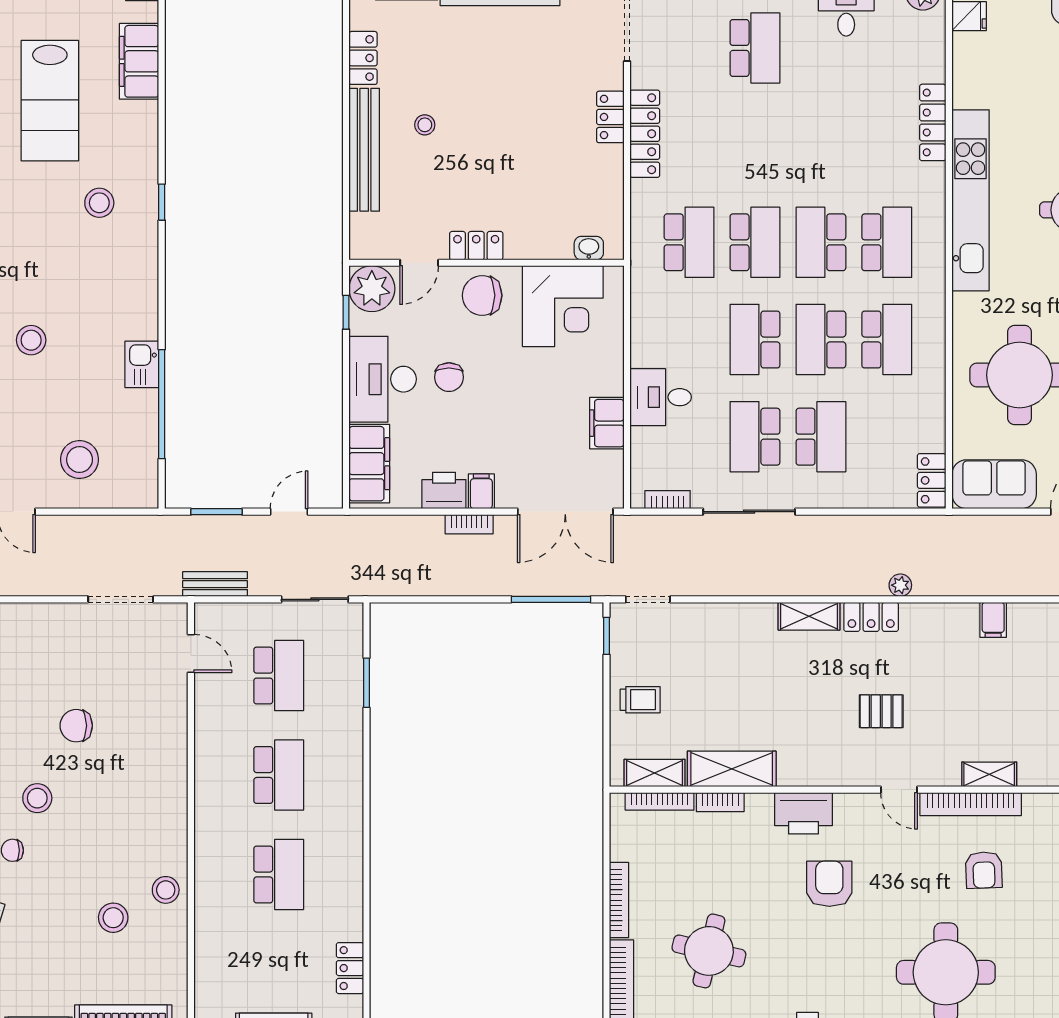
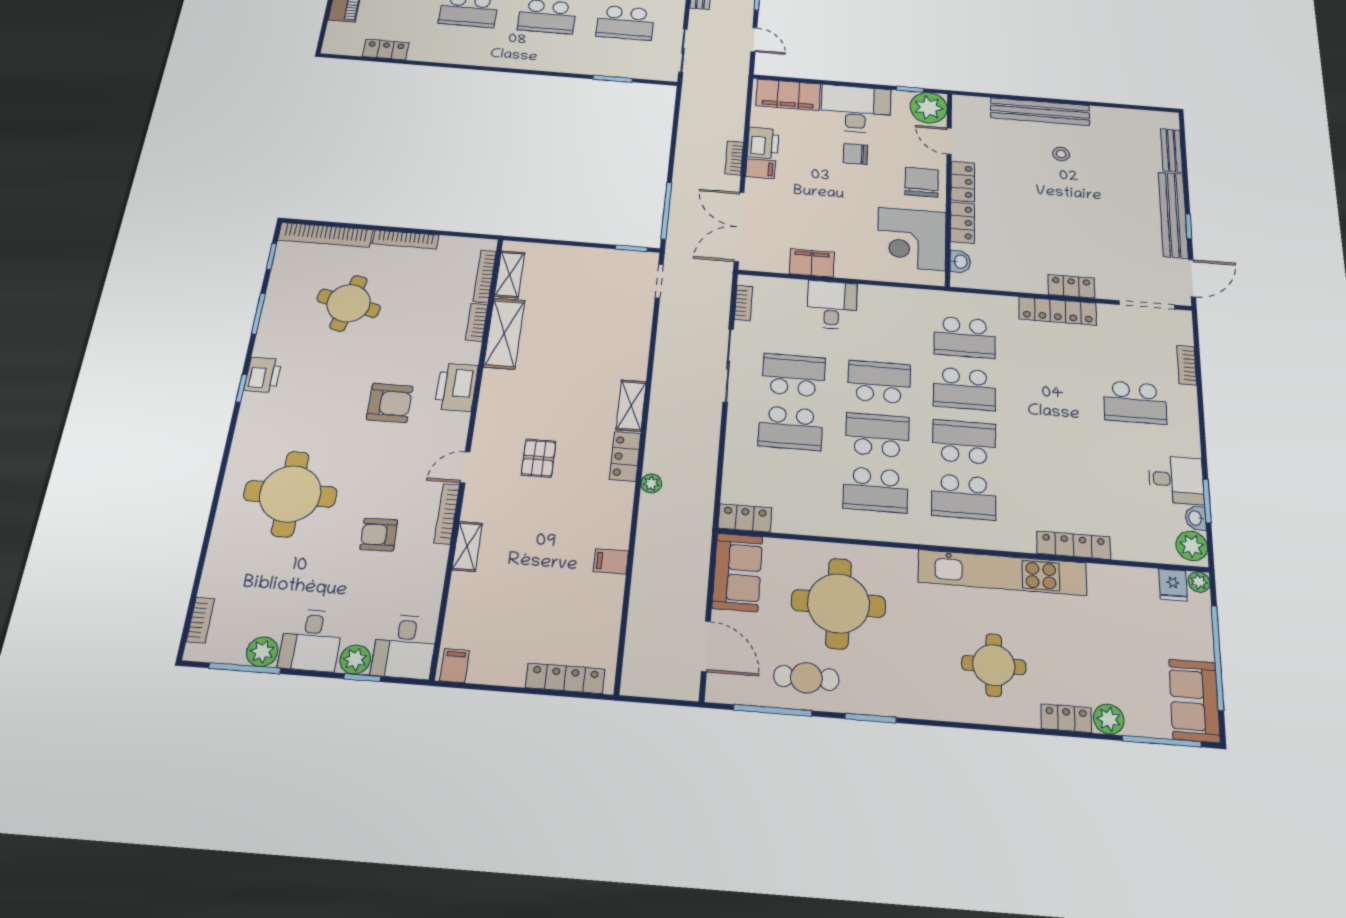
locker: (363, 58) -> (962, 223), moved, turned -90
trolley: (640, 700) -> (574, 269), removed
bookcase: (971, 804) -> (447, 514), width x0.68, depth x0.76

